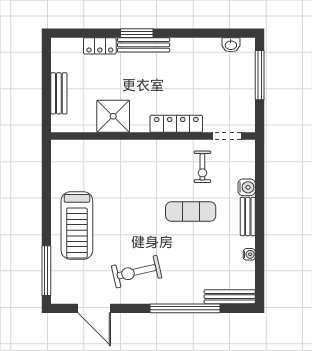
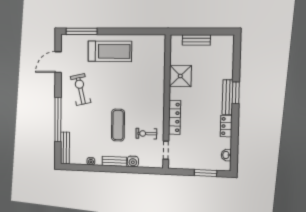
locker: (100, 46) -> (226, 126), moved
window: (260, 75) -> (206, 173), width x0.69
treadmill: (77, 226) -> (110, 51), turned 180

